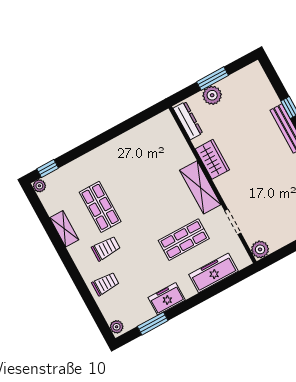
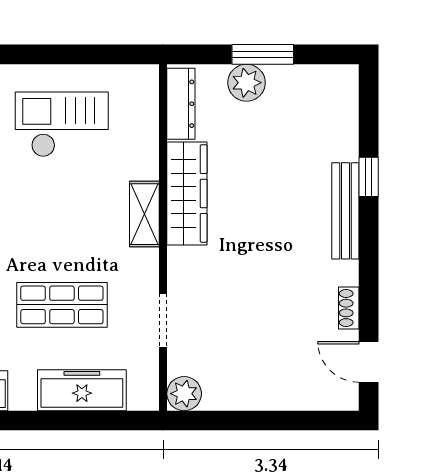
checkout: (140, 159) -> (62, 124), added
wardrobe: (212, 159) -> (187, 193), width x1.50
shelving: (200, 187) -> (144, 214), width x0.67, depth x0.75

